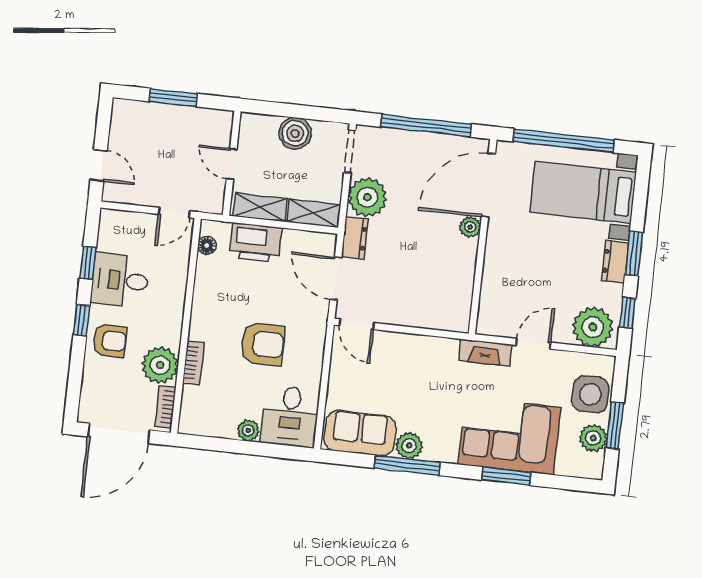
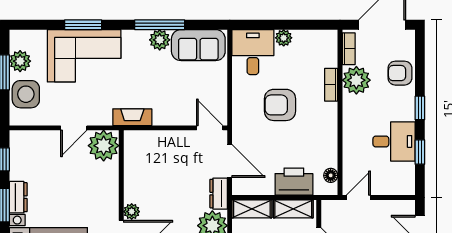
plant: (593, 327) -> (104, 146), moved
armchair: (110, 341) -> (400, 73), moved
fireplace: (485, 352) -> (132, 117), moved

